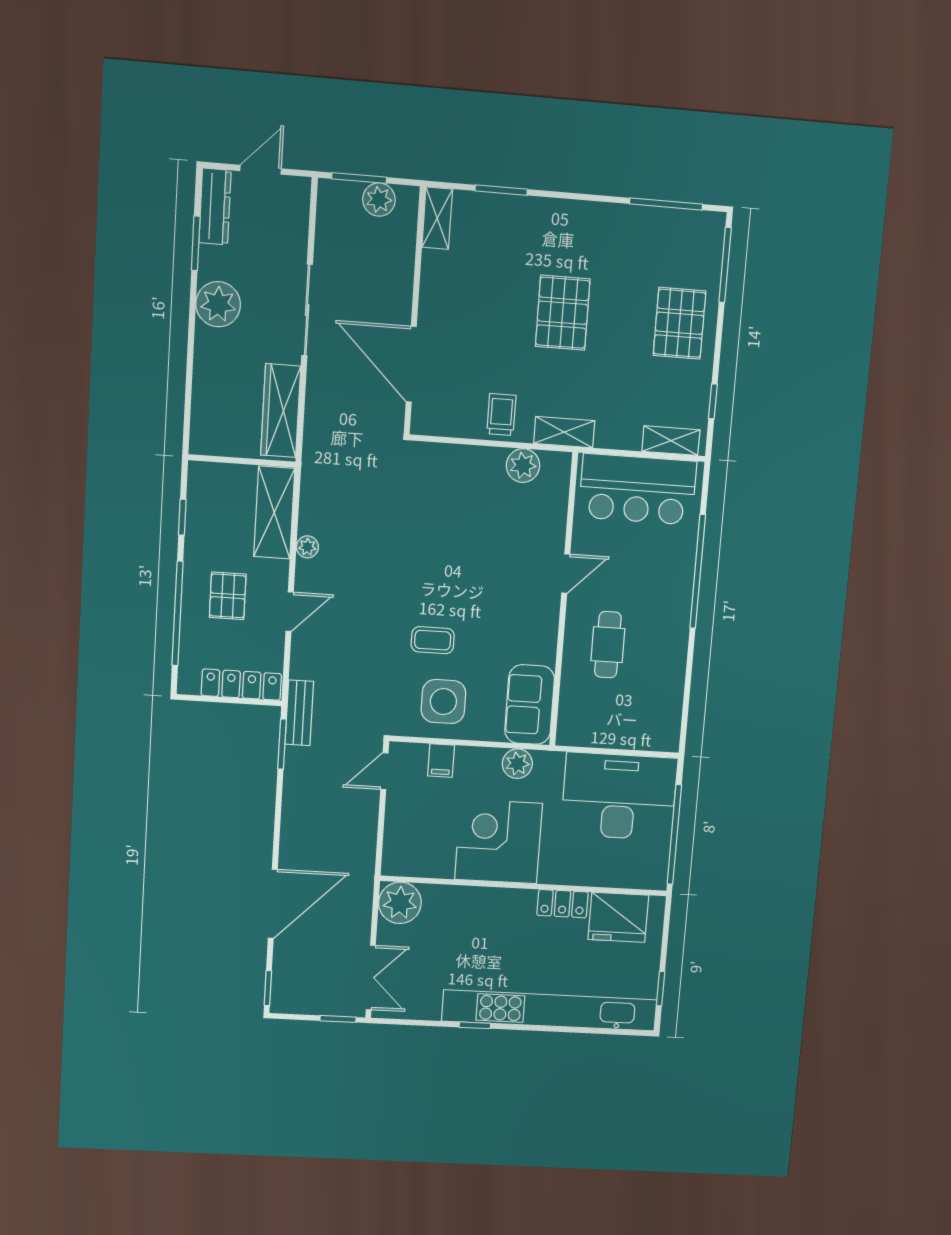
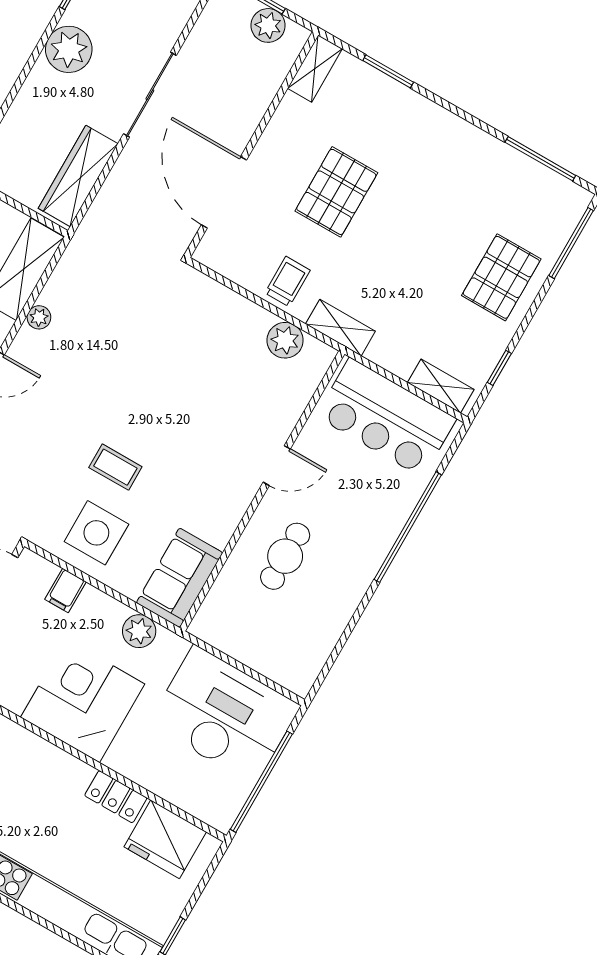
pallet: (563, 313) -> (336, 192), moved

